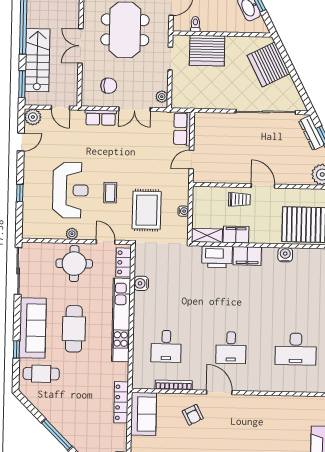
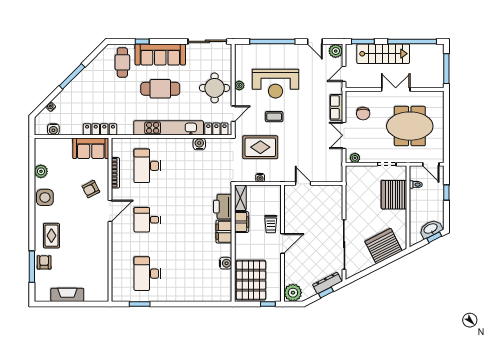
row of seats: (182, 129) -> (328, 175), removed
window: (20, 193) -> (272, 41), width x3.17
desk: (166, 346) -> (147, 166), width x1.37

